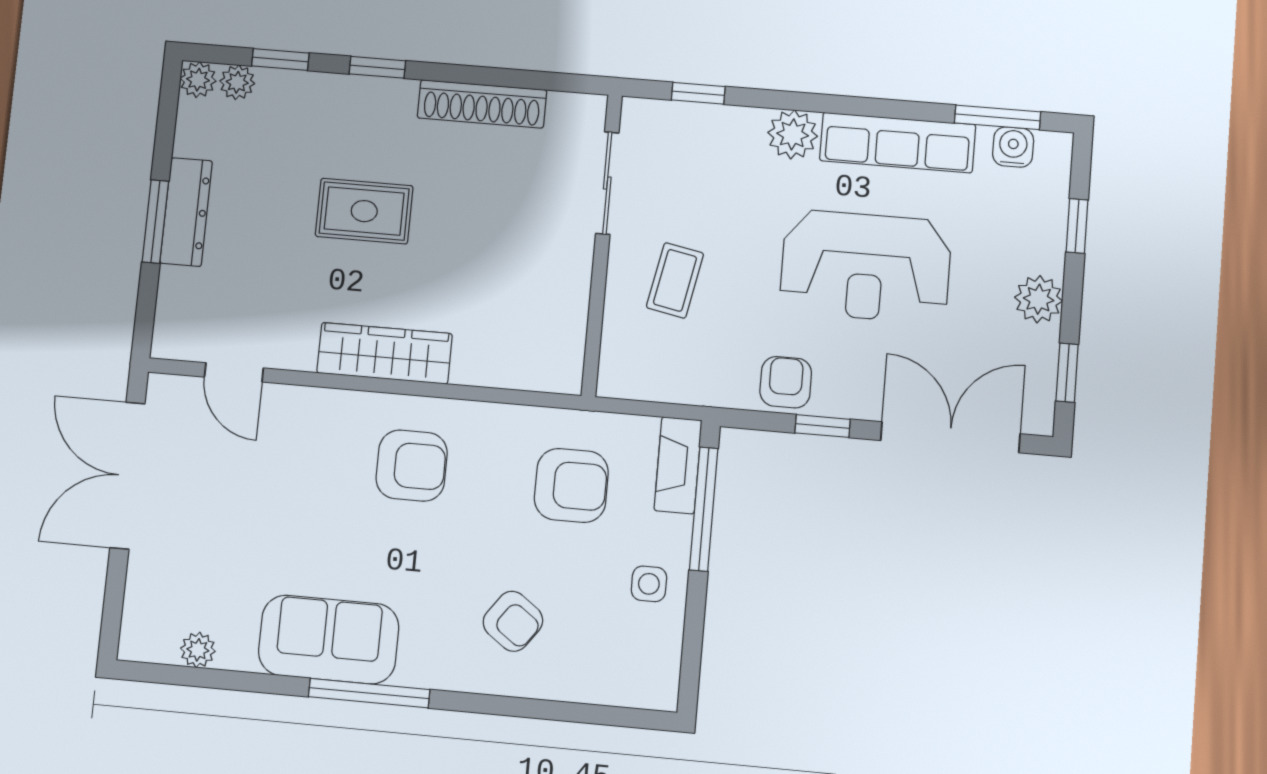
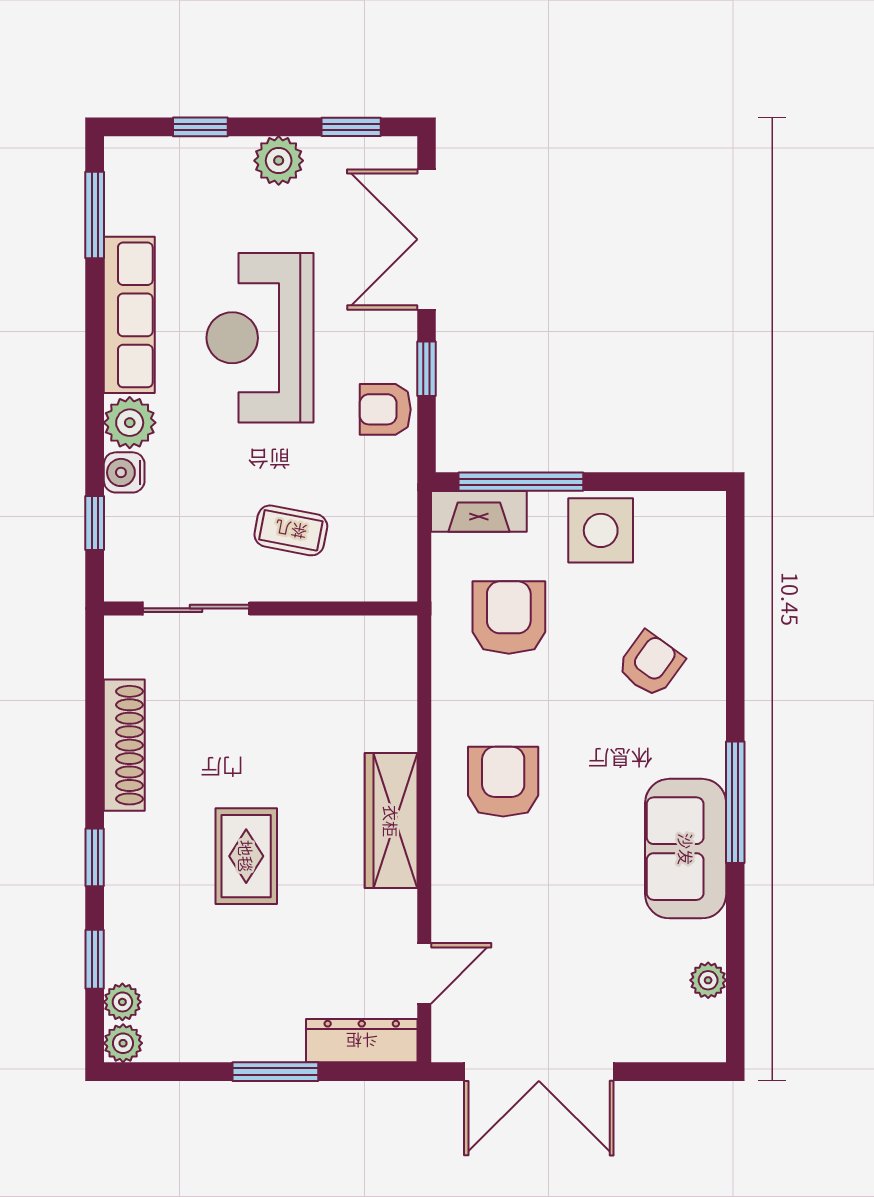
water cooler: (1013, 147) -> (124, 472), moved
dresser: (186, 212) -> (362, 1041), moved
reception desk: (866, 266) -> (260, 338), turned 180
side table: (649, 584) -> (601, 530), width x1.87, depth x1.87

